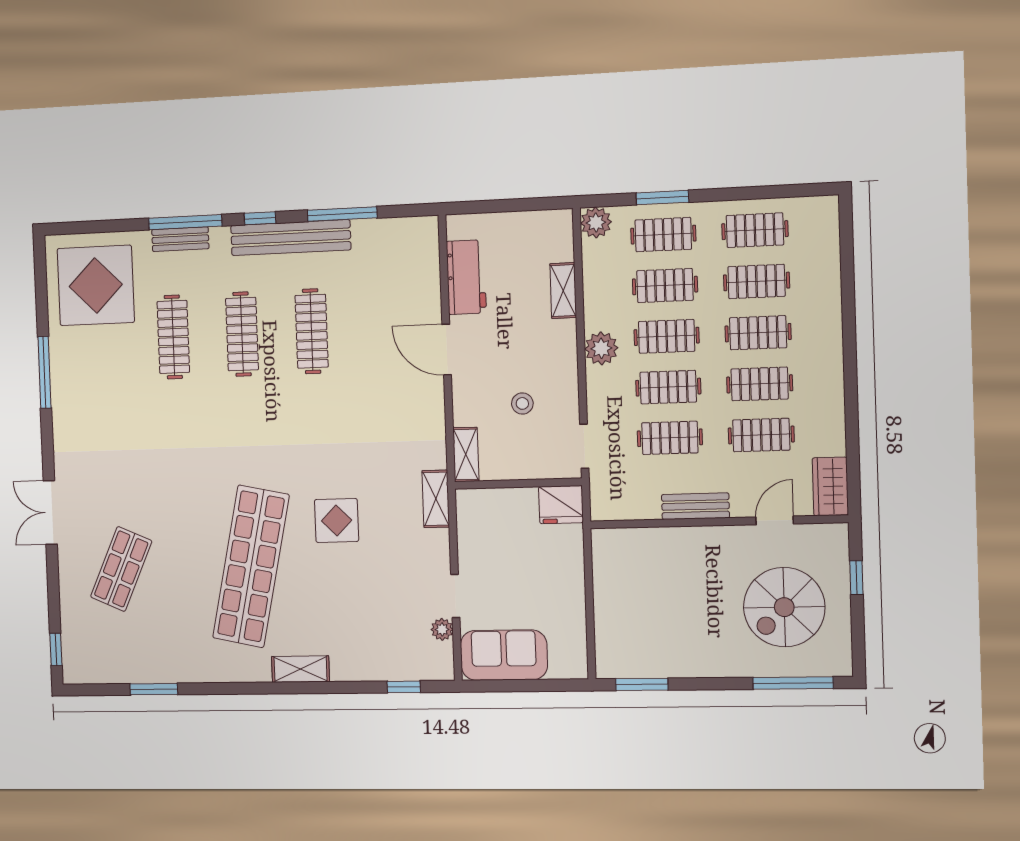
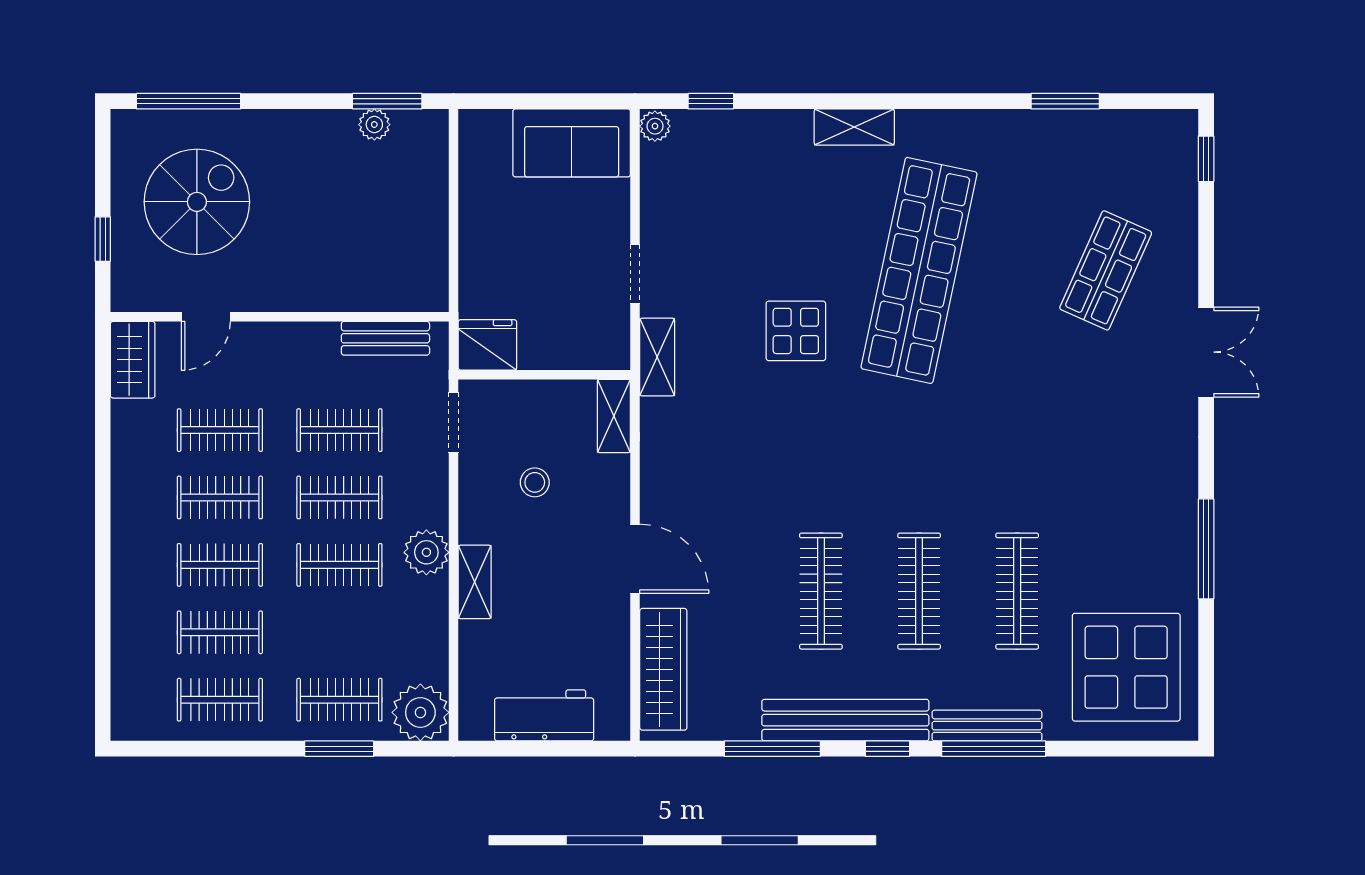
plant: (596, 223) -> (420, 712), width x1.36, depth x1.36
bench: (180, 239) -> (987, 726), width x1.36
wardrobe: (423, 269) -> (663, 669), added
workbench: (466, 277) -> (544, 715), moved, turned 90
clothes rail: (665, 286) -> (339, 632), removed
shelving: (563, 291) -> (475, 582), moved
bench: (695, 506) -> (385, 338), moved
doorway: (455, 596) -> (635, 274), moved
plant: (442, 629) -> (655, 126), moved
plant: (651, 667) -> (374, 125), added

